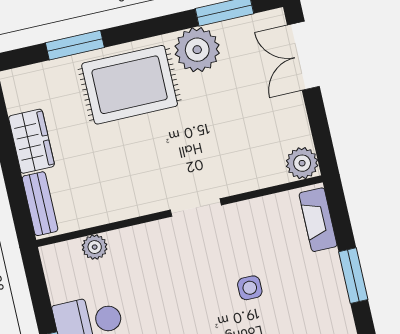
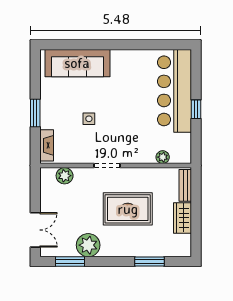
rug: (130, 85) -> (128, 209), moved
plant: (302, 163) -> (65, 176), moved

